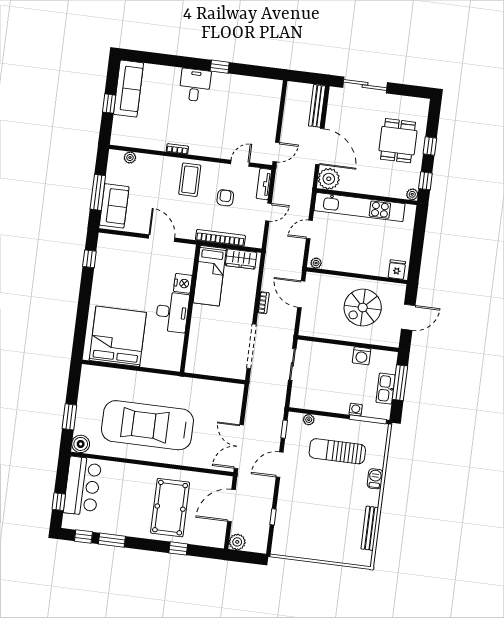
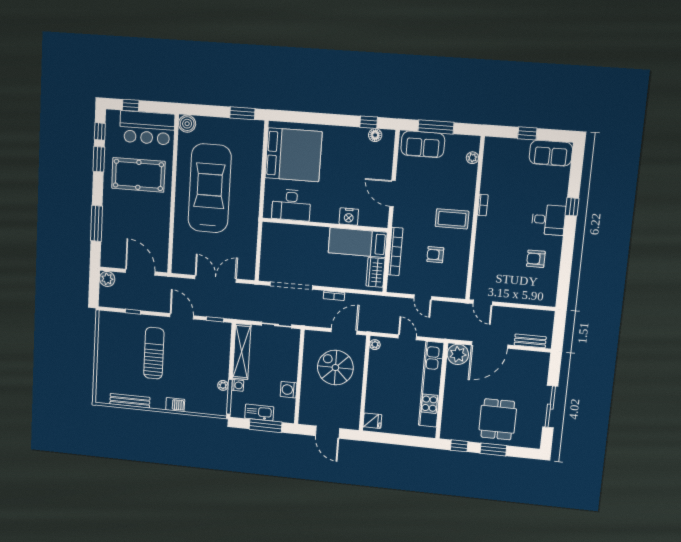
window: (220, 67) -> (572, 207), moved
sliding door: (365, 85) -> (550, 407), moved
sofa: (128, 89) -> (551, 153), width x0.73
armchair: (233, 98) -> (536, 259), added
bench: (317, 106) -> (530, 341), width x0.73
dining table: (398, 141) -> (498, 419), turned 90
window: (430, 146) -> (493, 449), width x1.50
door: (240, 163) -> (470, 268), removed
tv unit: (264, 184) -> (450, 292), removed
plant: (412, 194) -> (446, 434), removed
armchair: (225, 198) -> (435, 255), turned 180
door: (162, 238) -> (392, 194), swing flipped
floor lamp: (103, 253) -> (375, 135), added
spiral stairs: (363, 307) -> (335, 368), moved
desk: (172, 312) -> (291, 205), moved
shelving: (319, 403) -> (242, 352), added
window: (69, 417) -> (242, 113), moved
plant: (309, 420) -> (223, 385), moved
double door: (239, 447) -> (216, 279), moved
sun lounger: (337, 451) -> (154, 353), moved
pool table: (170, 508) -> (138, 175), moved
window: (178, 548) -> (96, 223), width x2.17

